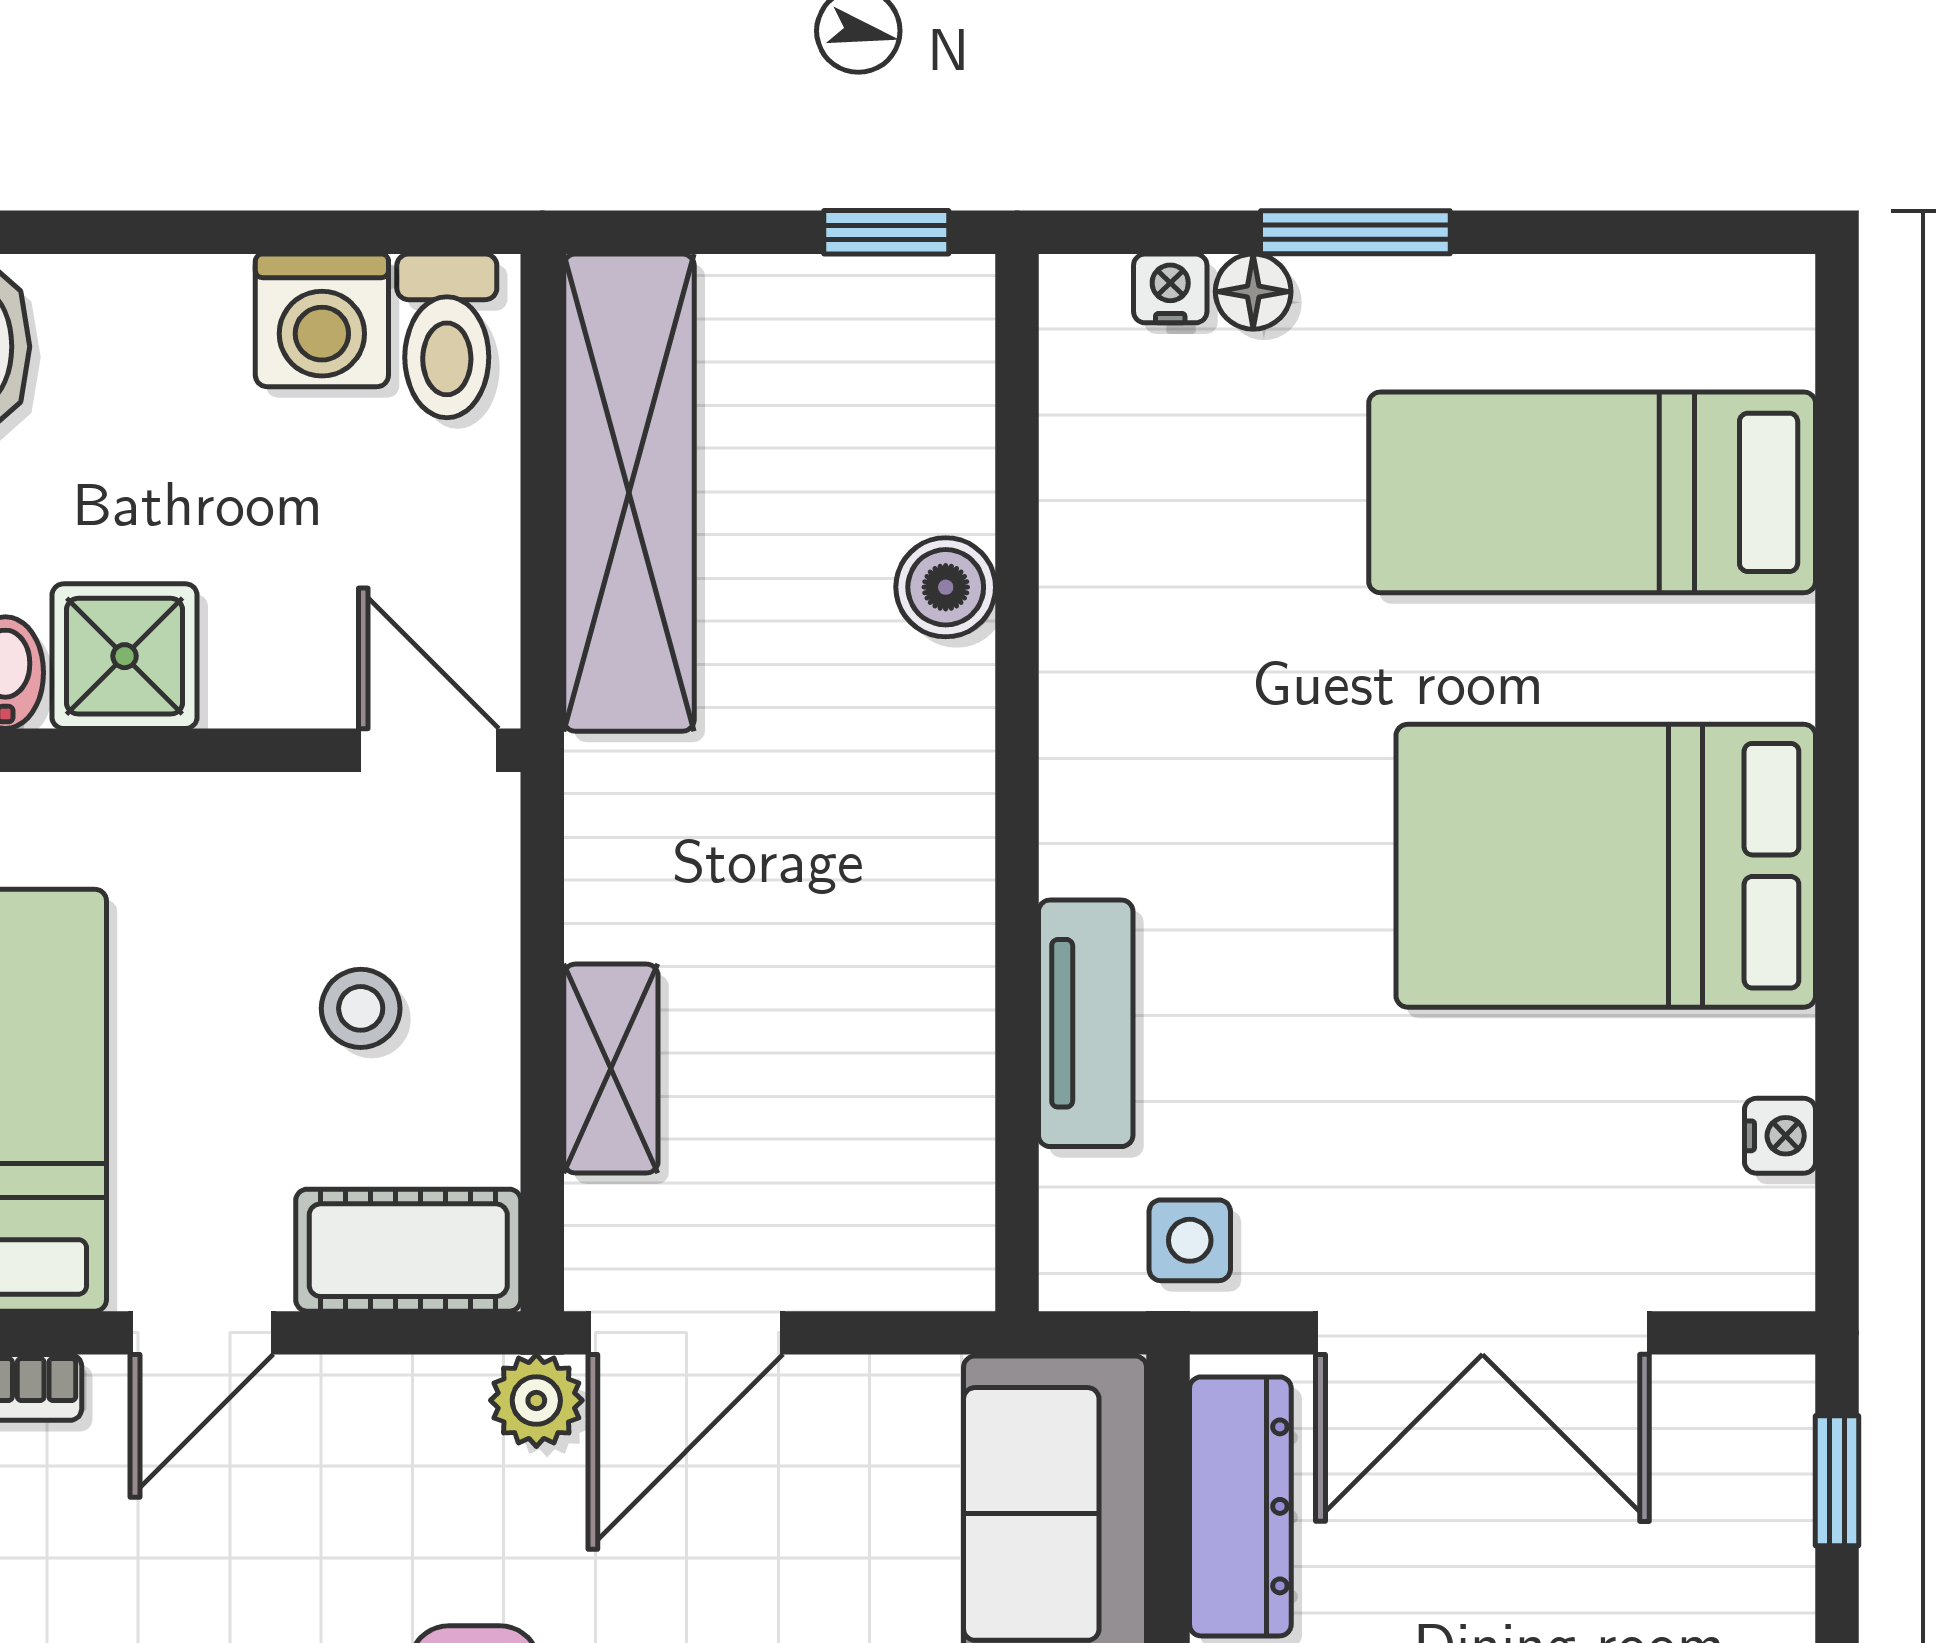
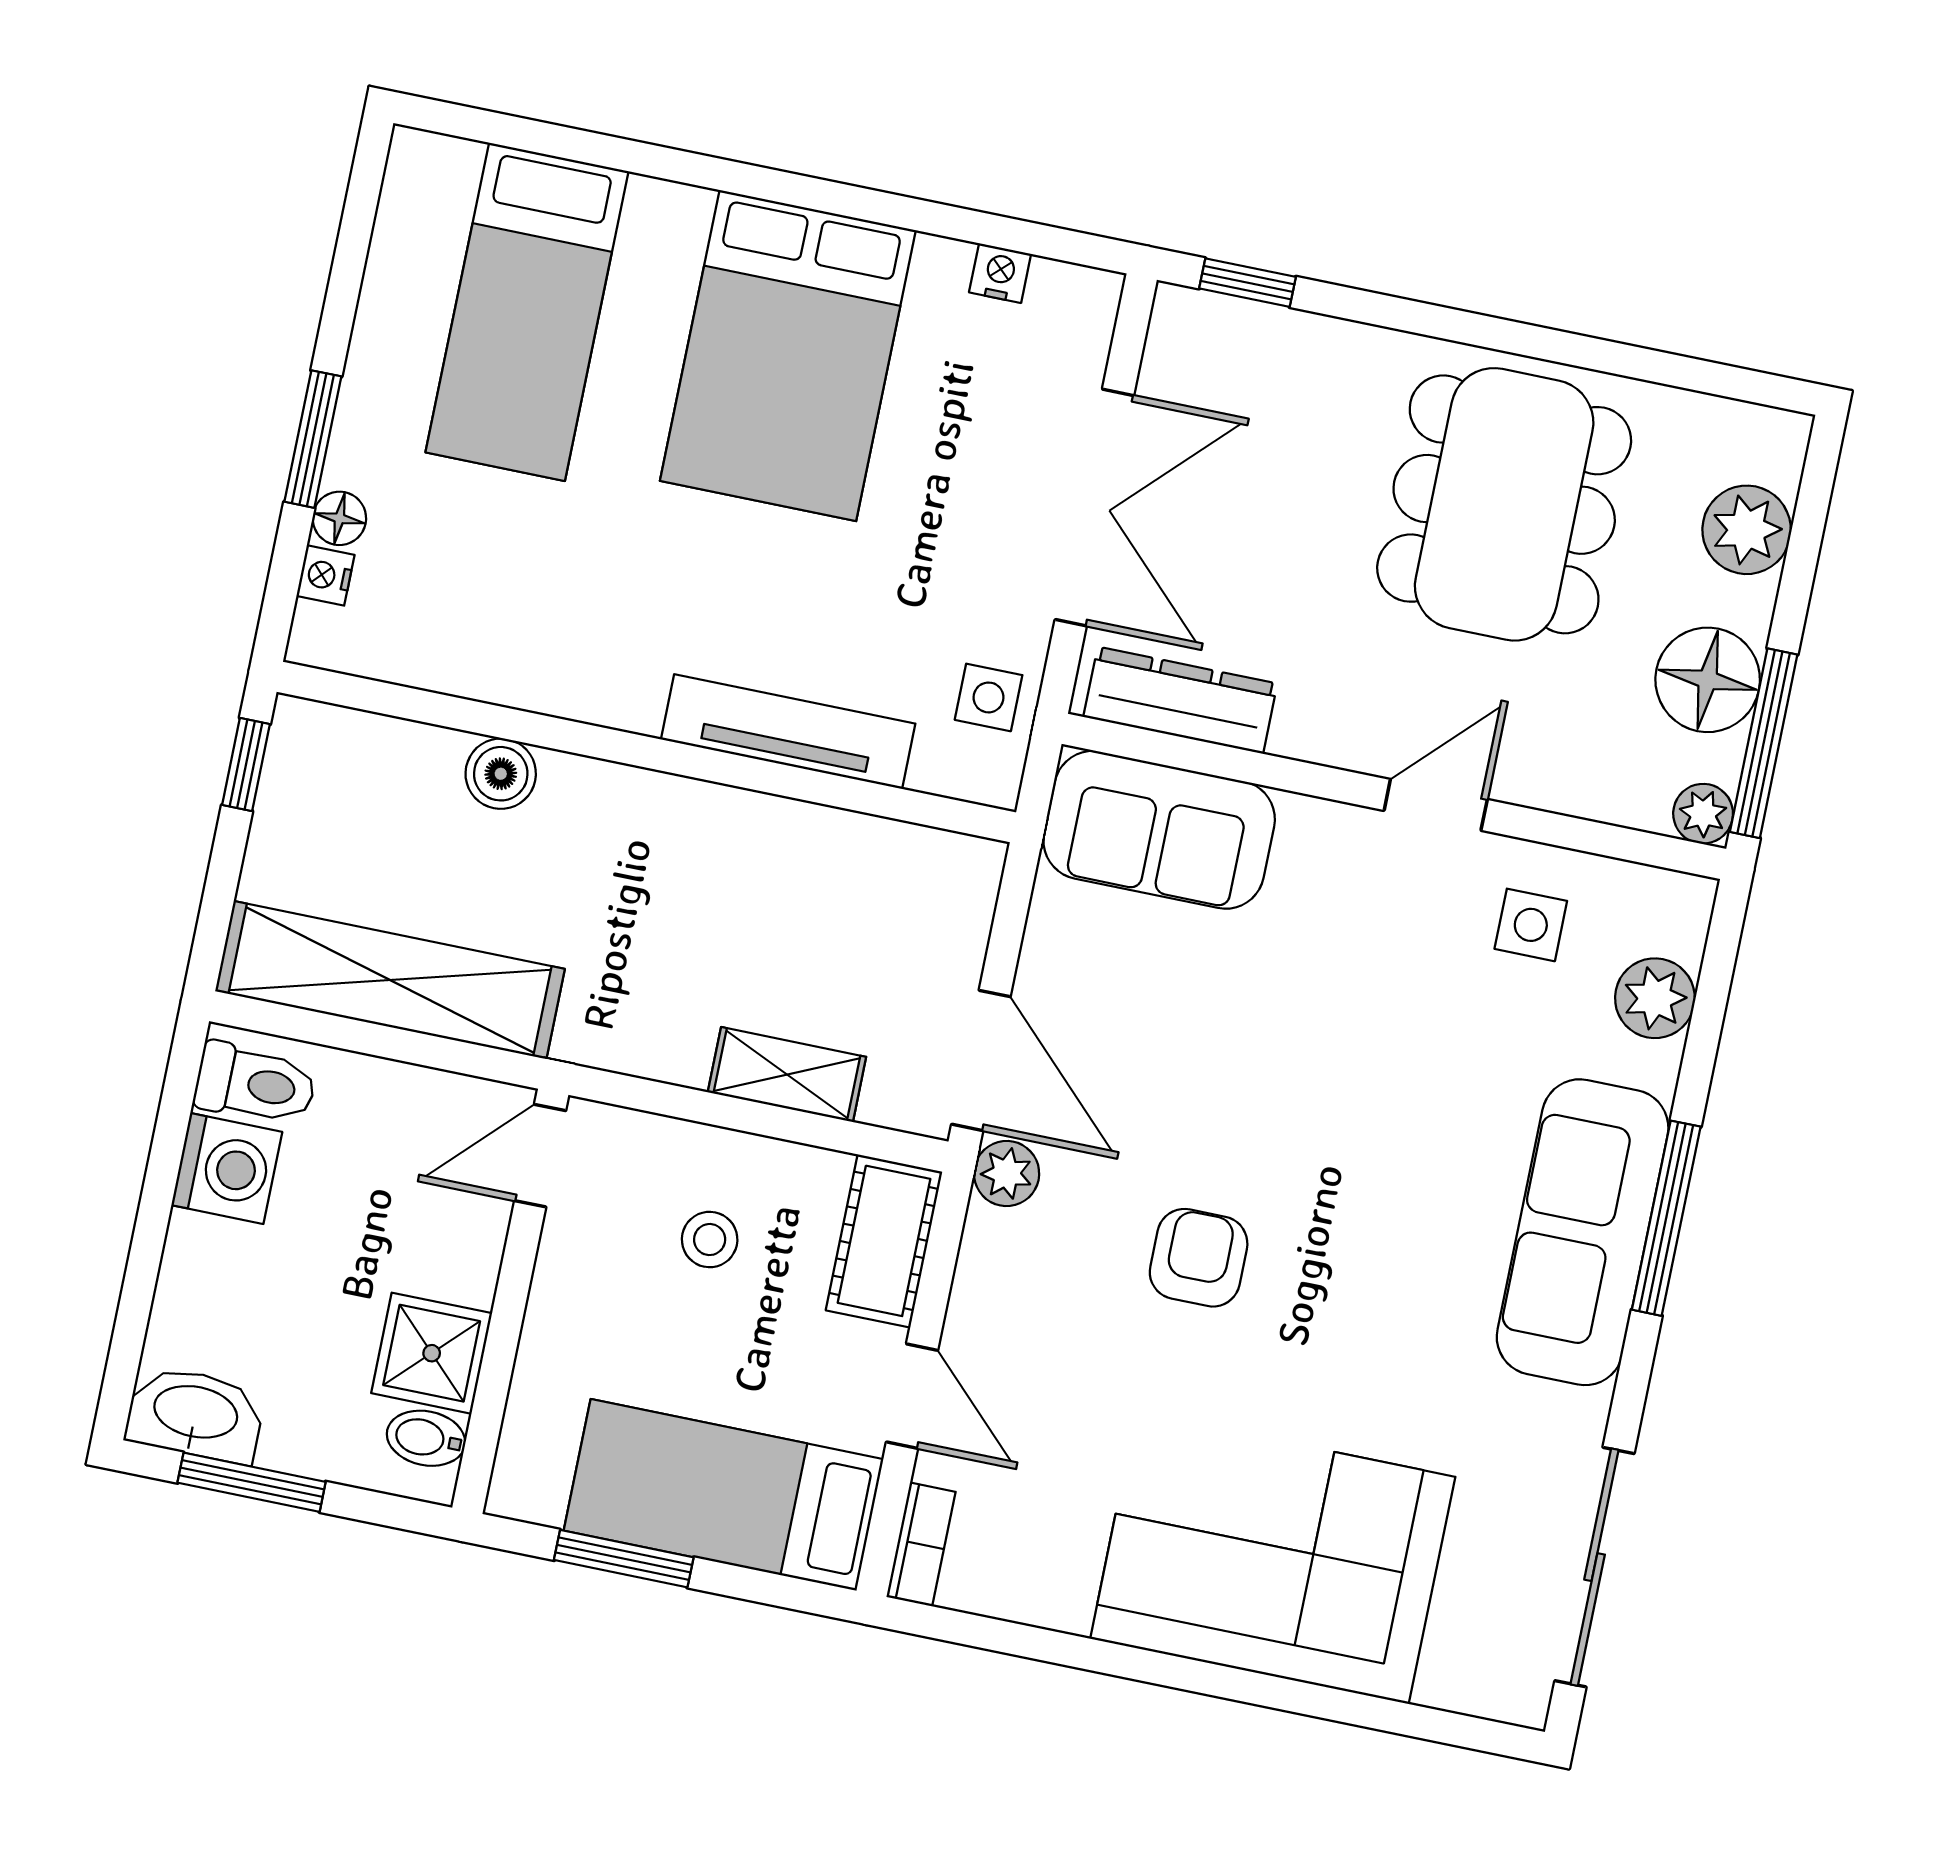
tv unit: (1086, 1023) -> (788, 732), width x1.41

